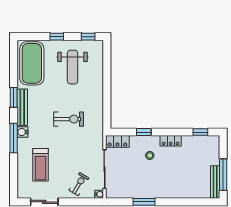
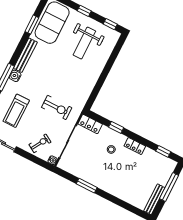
window: (14, 97) -> (32, 25), moved
exercise bike: (69, 119) -> (57, 108), moved
window: (223, 175) -> (169, 187), moved

